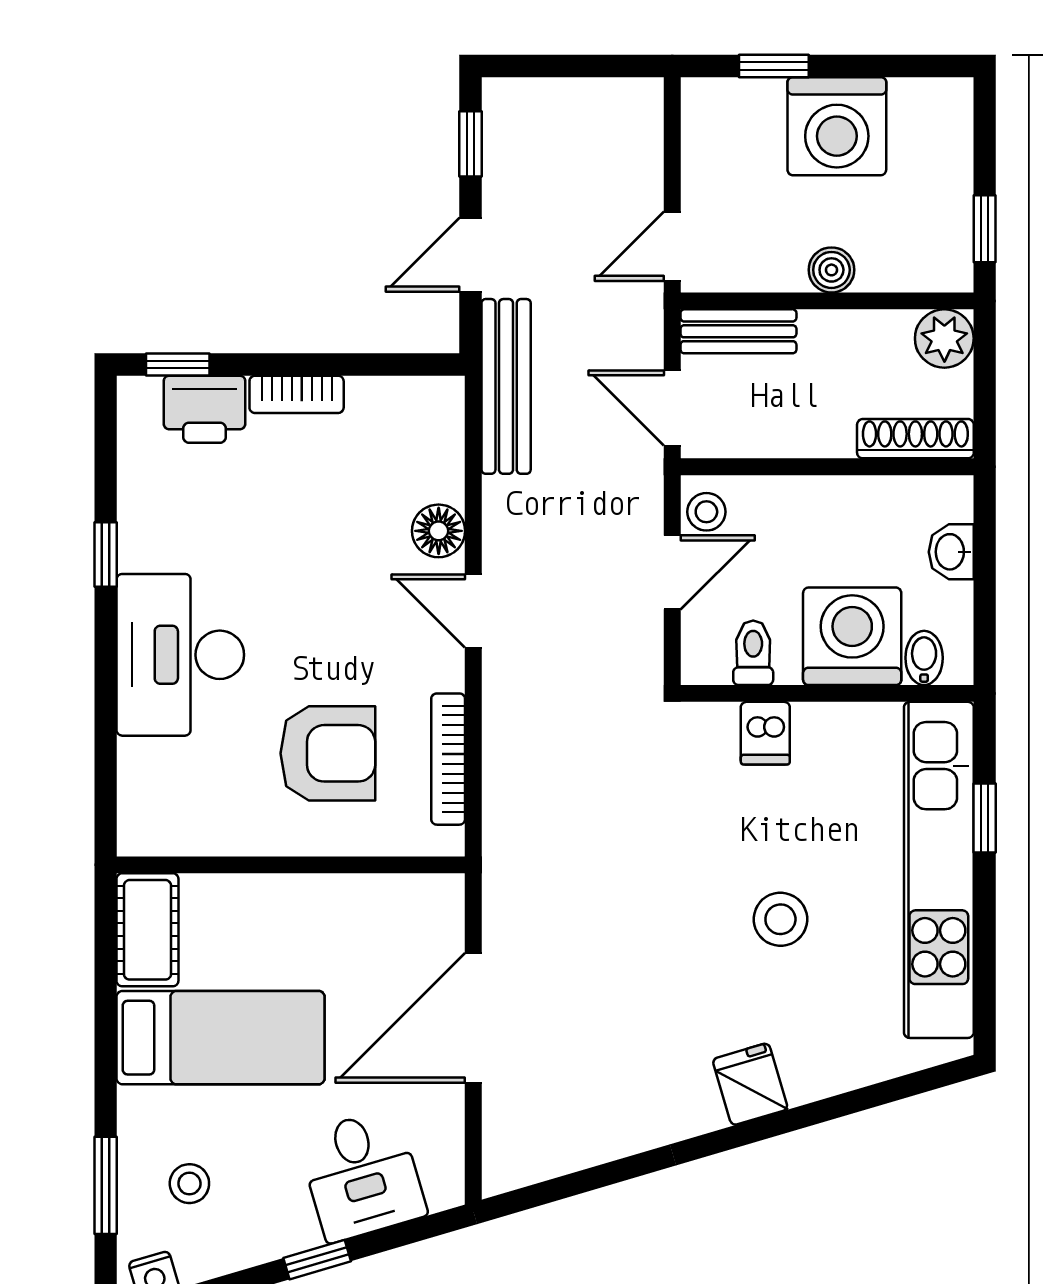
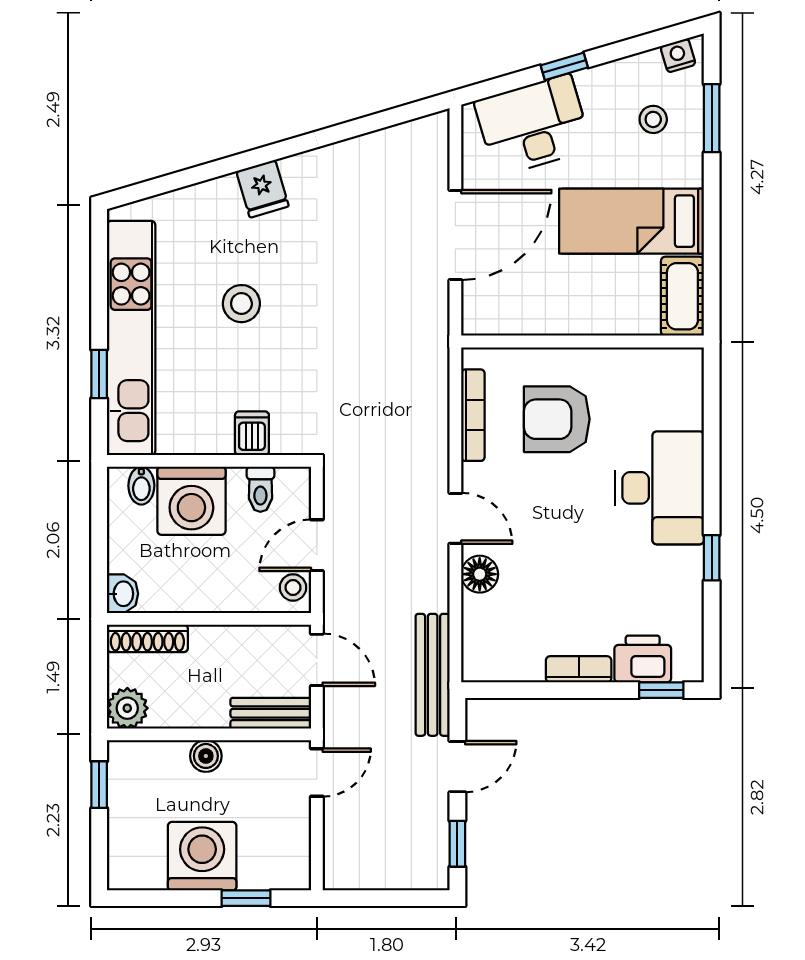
washbasin: (951, 552) -> (122, 594), moved
desk: (362, 1175) -> (533, 125), width x1.37

